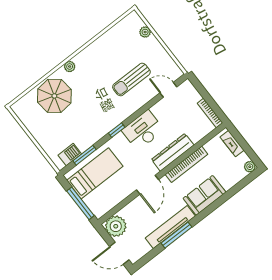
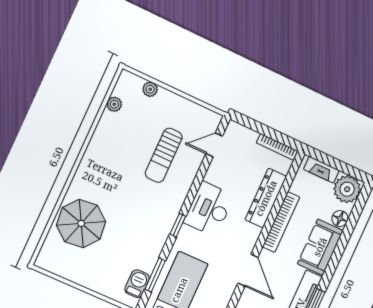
plant: (70, 67) -> (114, 104), moved
dresser: (173, 152) -> (266, 198), moved
plant: (250, 167) -> (347, 189), width x1.88, depth x1.88
floor lamp: (228, 183) -> (340, 219), added

